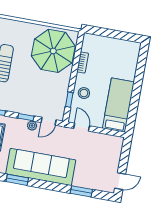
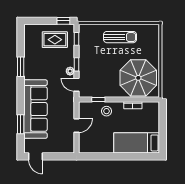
bed: (118, 105) -> (137, 143), moved, turned 180
door: (82, 127) -> (76, 126), moved
sofa: (41, 167) -> (35, 109), moved

